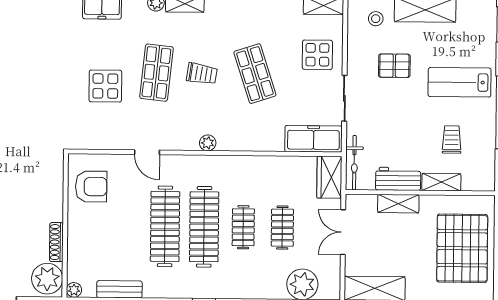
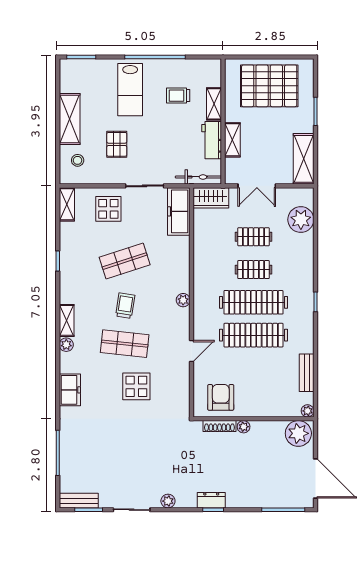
plant: (56, 213) -> (244, 427), added
shoe rack: (56, 242) -> (219, 426), moved

